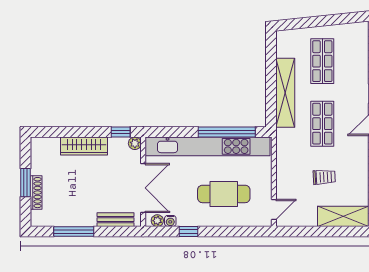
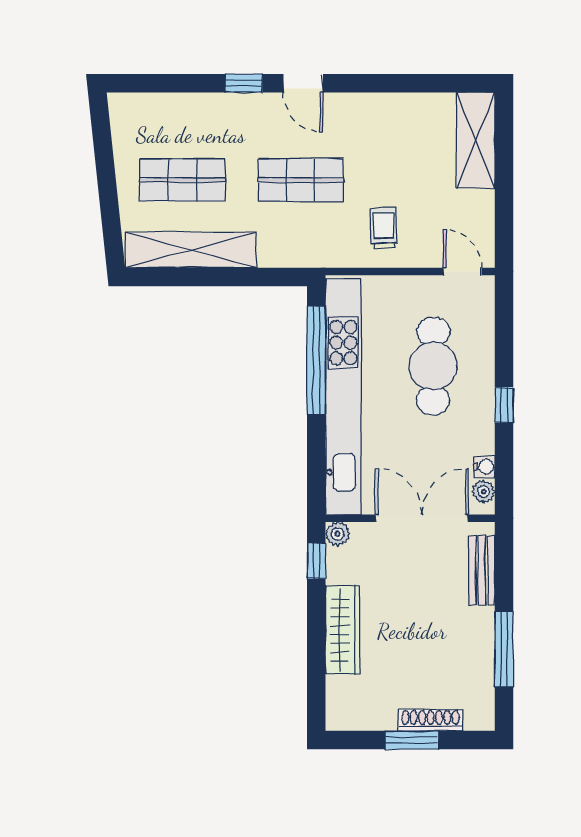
shelving: (285, 93) -> (191, 250), moved
trolley: (324, 177) -> (384, 228), moved
window: (189, 231) -> (504, 405), moved

